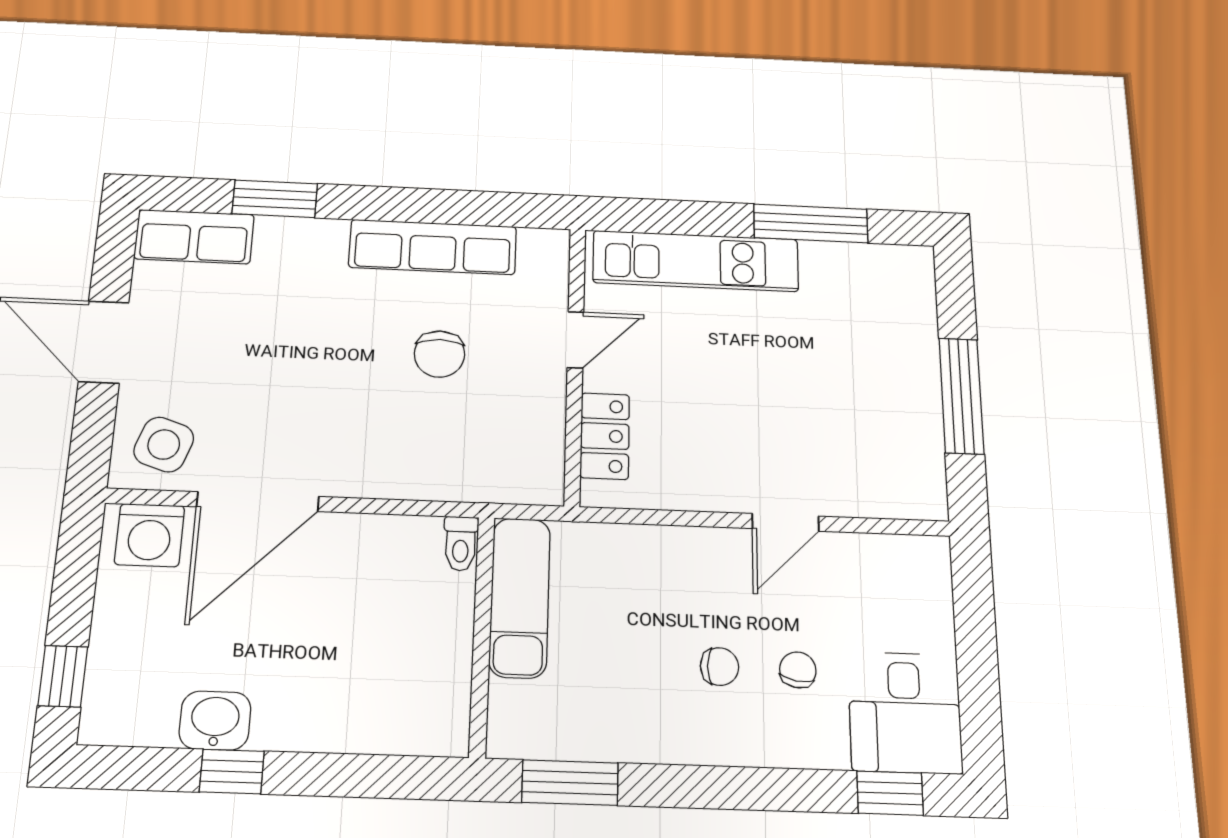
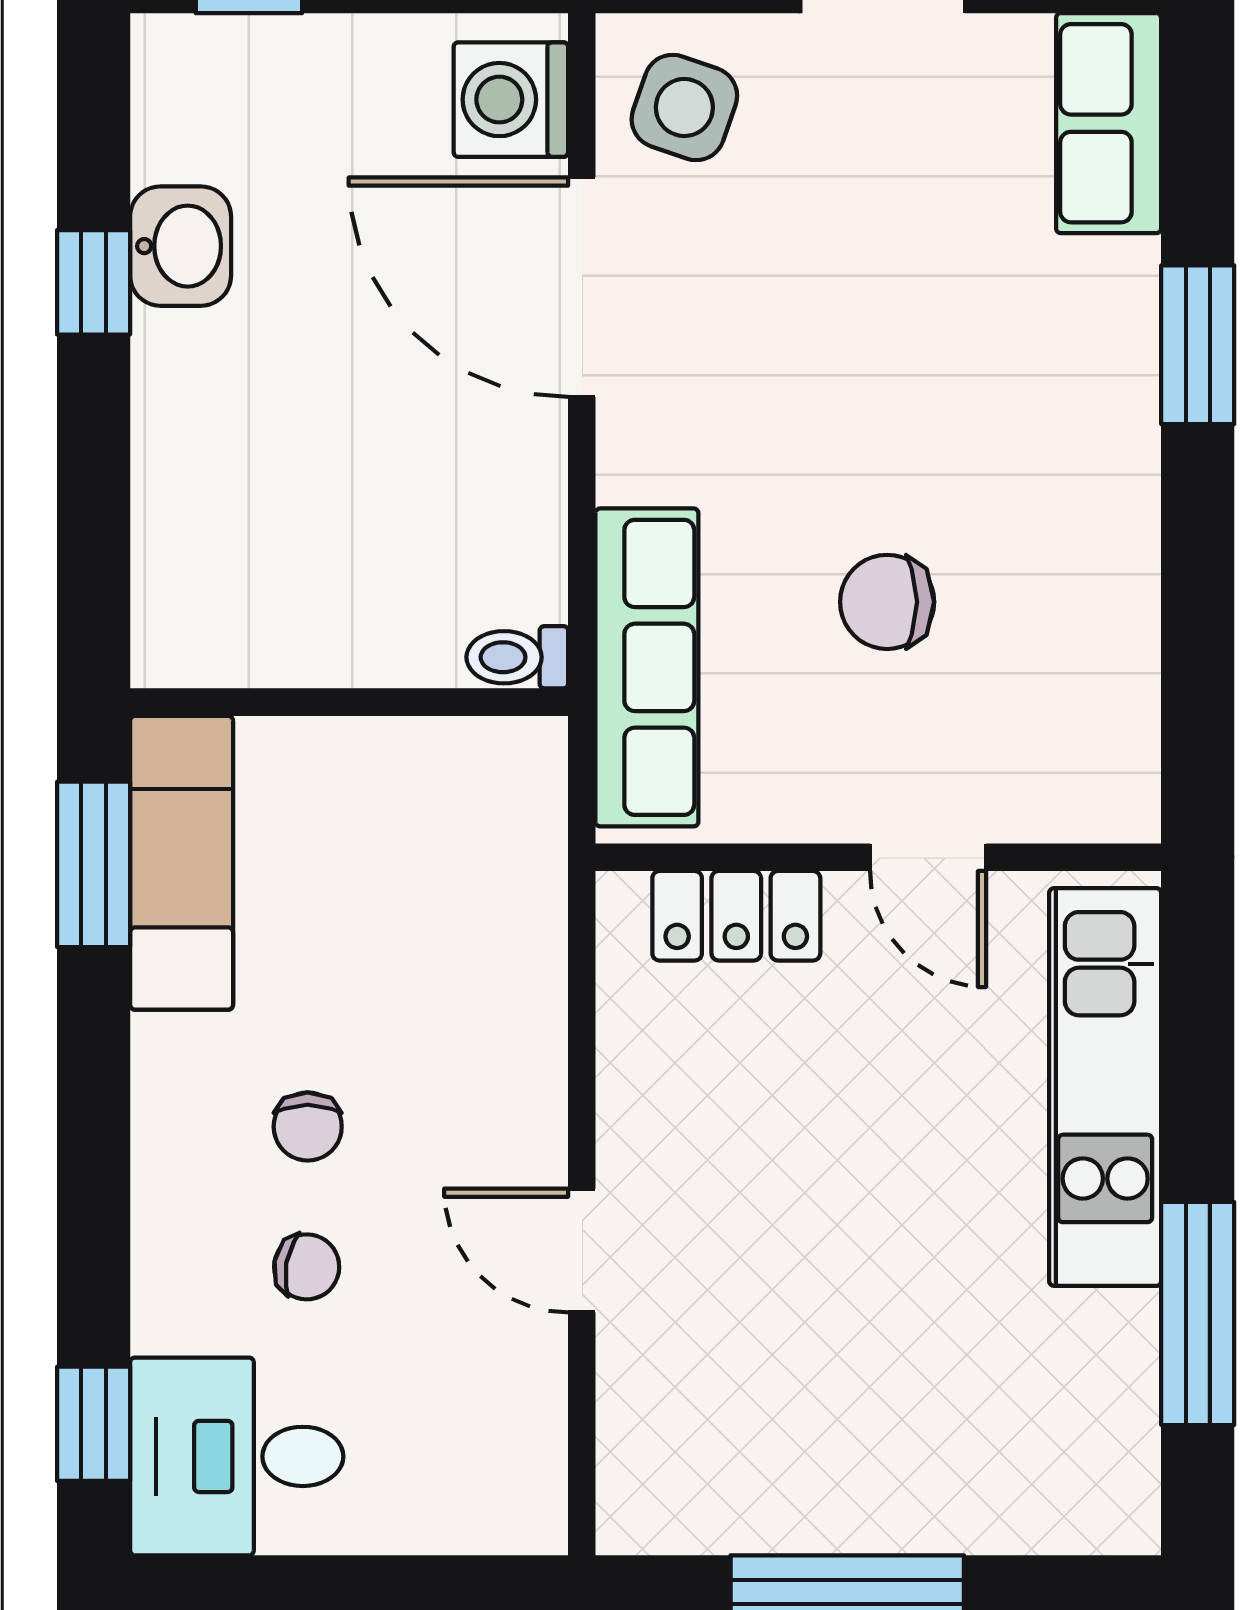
window: (275, 199) -> (1198, 345), moved
row of seats: (433, 247) -> (647, 667), moved, turned 180
exam couch: (520, 597) -> (182, 863), moved, turned -90

